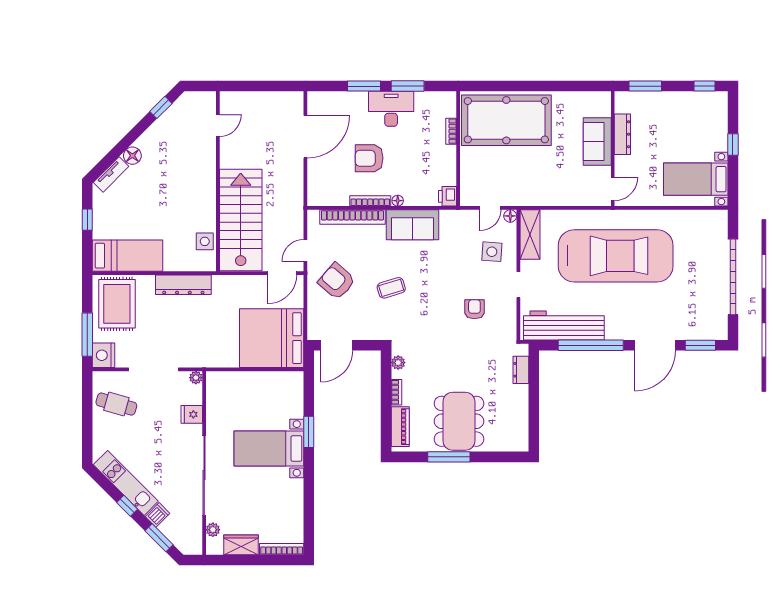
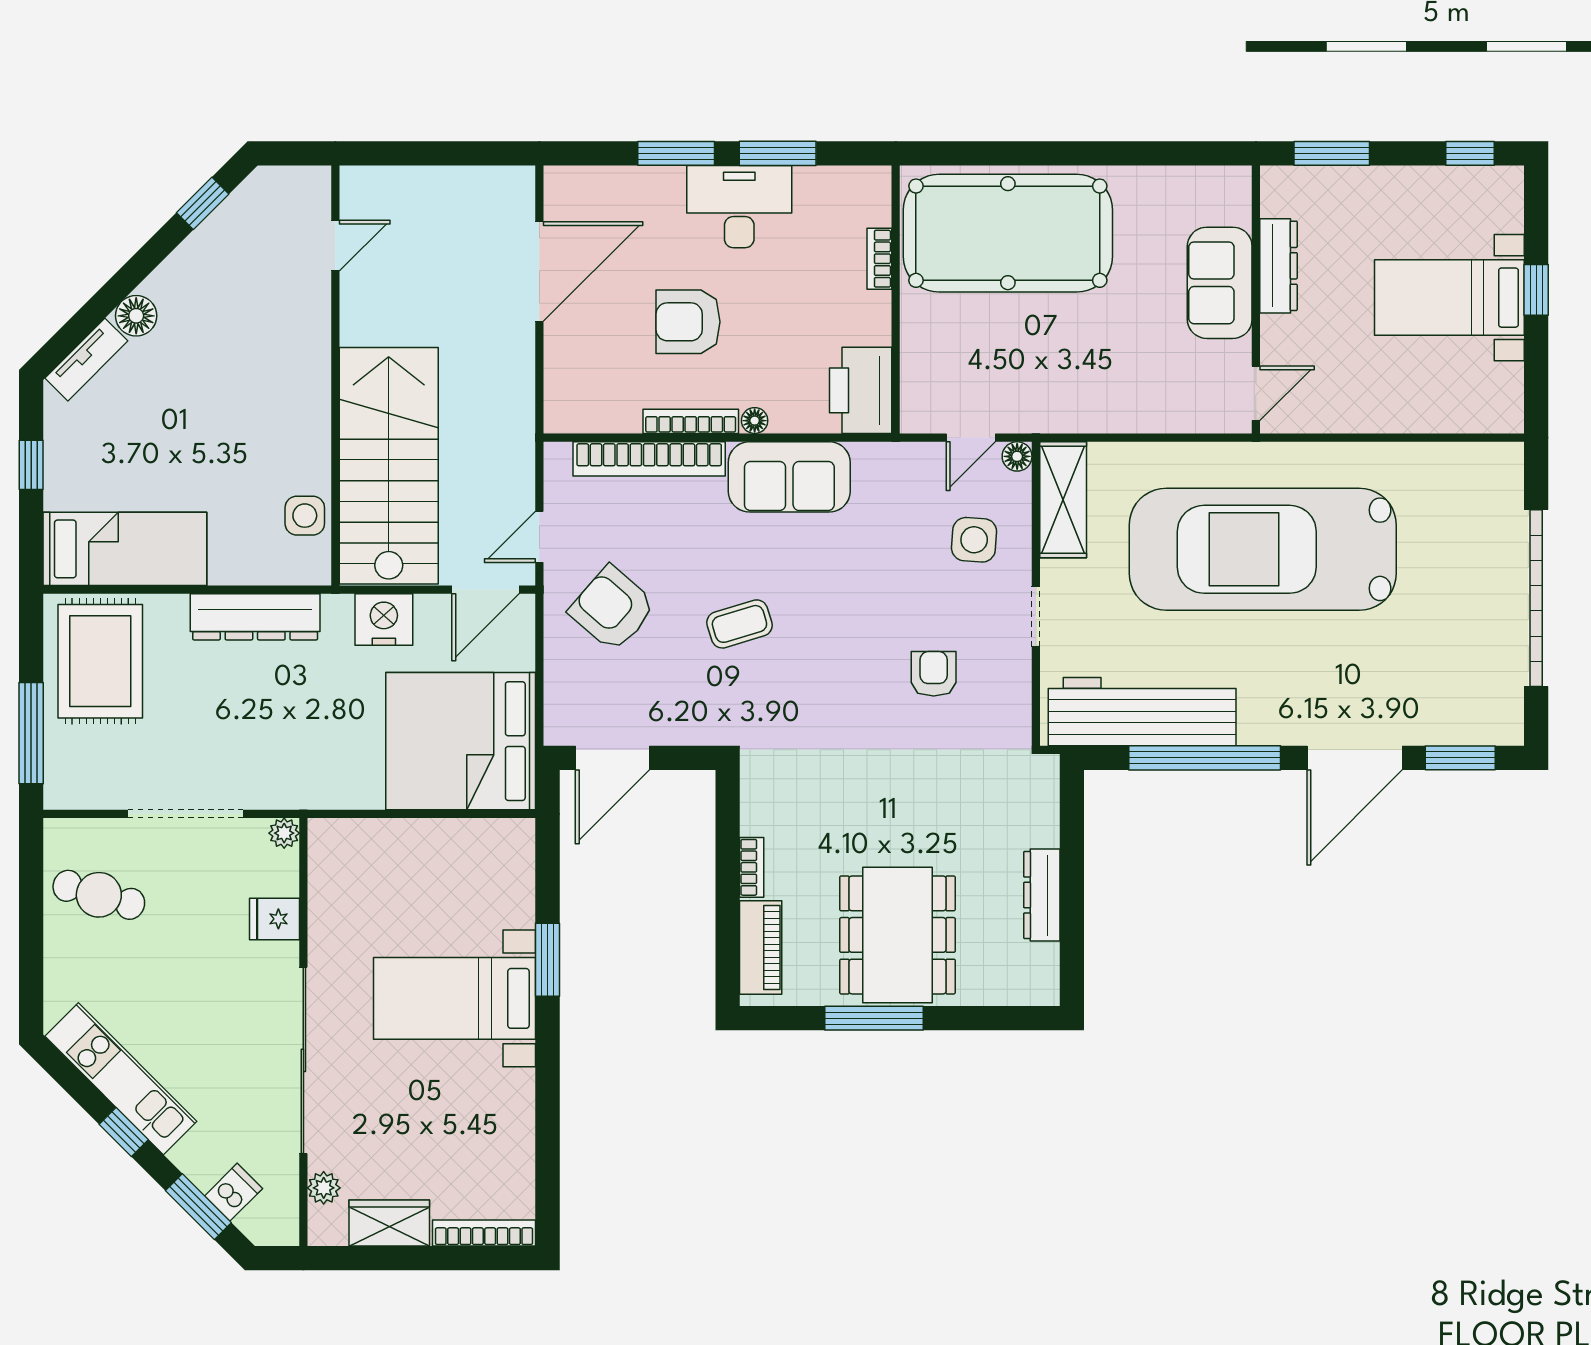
bed with nightstands: (696, 179) -> (1449, 298), moved
printer: (447, 196) -> (861, 390), width x1.87, depth x1.48
car: (616, 256) -> (1263, 549), turned 180
nightstand: (104, 355) -> (384, 620), moved, turned 90
plant: (398, 363) -> (756, 798), removed
dresser: (521, 370) -> (1042, 895), moved, width x1.44
dishwasher: (158, 515) -> (234, 1192), moved

